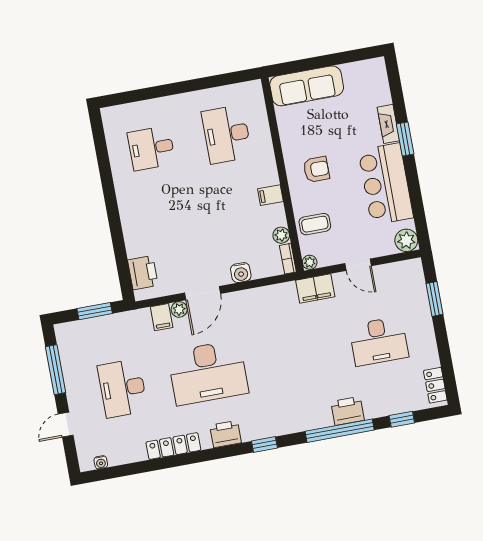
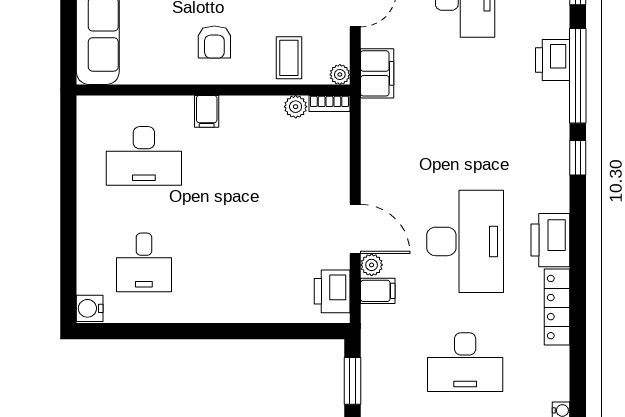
armchair: (316, 169) -> (214, 42), turned 180
filing cabinet: (270, 195) -> (207, 111), moved
printer: (143, 273) -> (332, 291), moved, turned -90
water cooler: (241, 273) -> (90, 308), moved, turned 180
printer: (226, 434) -> (550, 240), width x1.37, depth x1.19
window: (264, 444) -> (578, 158), moved

